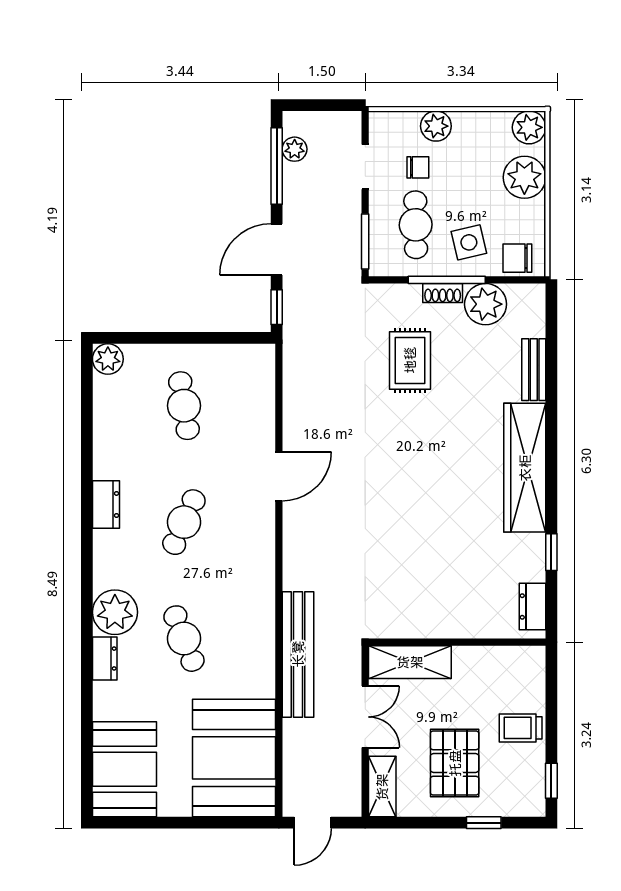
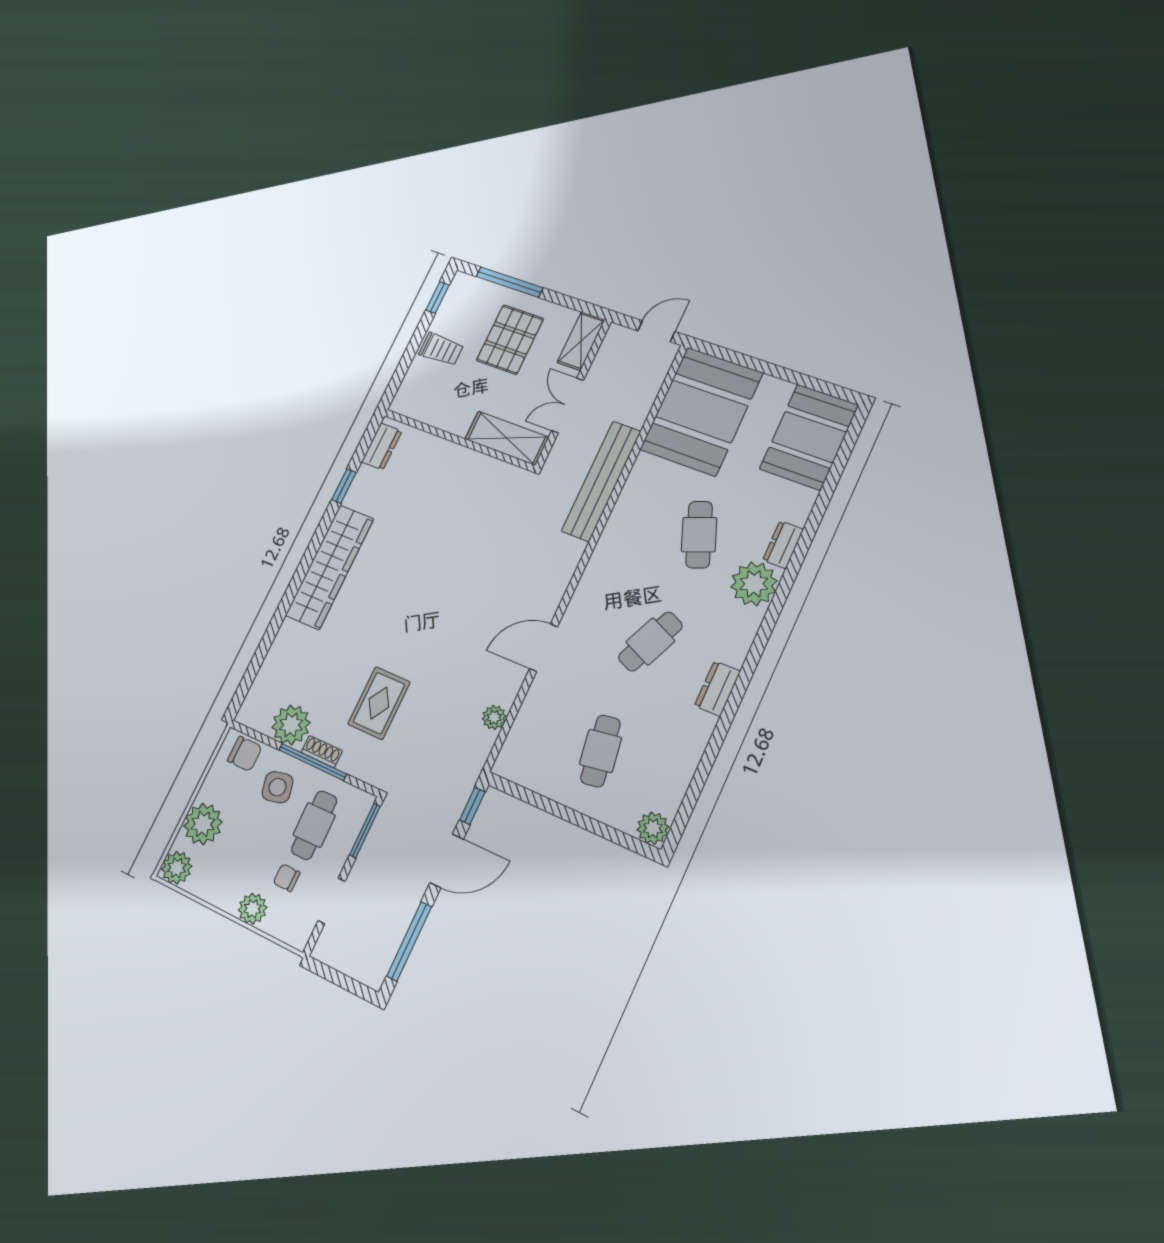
plant: (295, 149) -> (494, 717), moved
bench: (534, 370) -> (280, 649), removed
window: (484, 823) -> (509, 282), width x2.17

